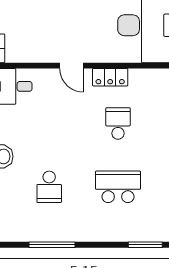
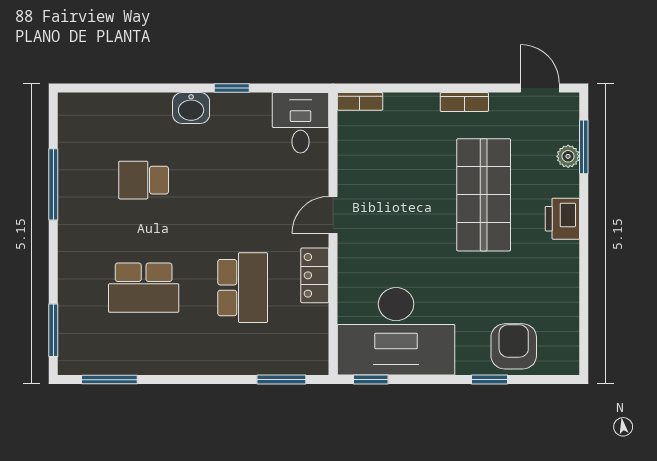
school desk: (118, 123) -> (243, 288), width x1.85
school desk: (118, 187) -> (144, 288), turned 90

